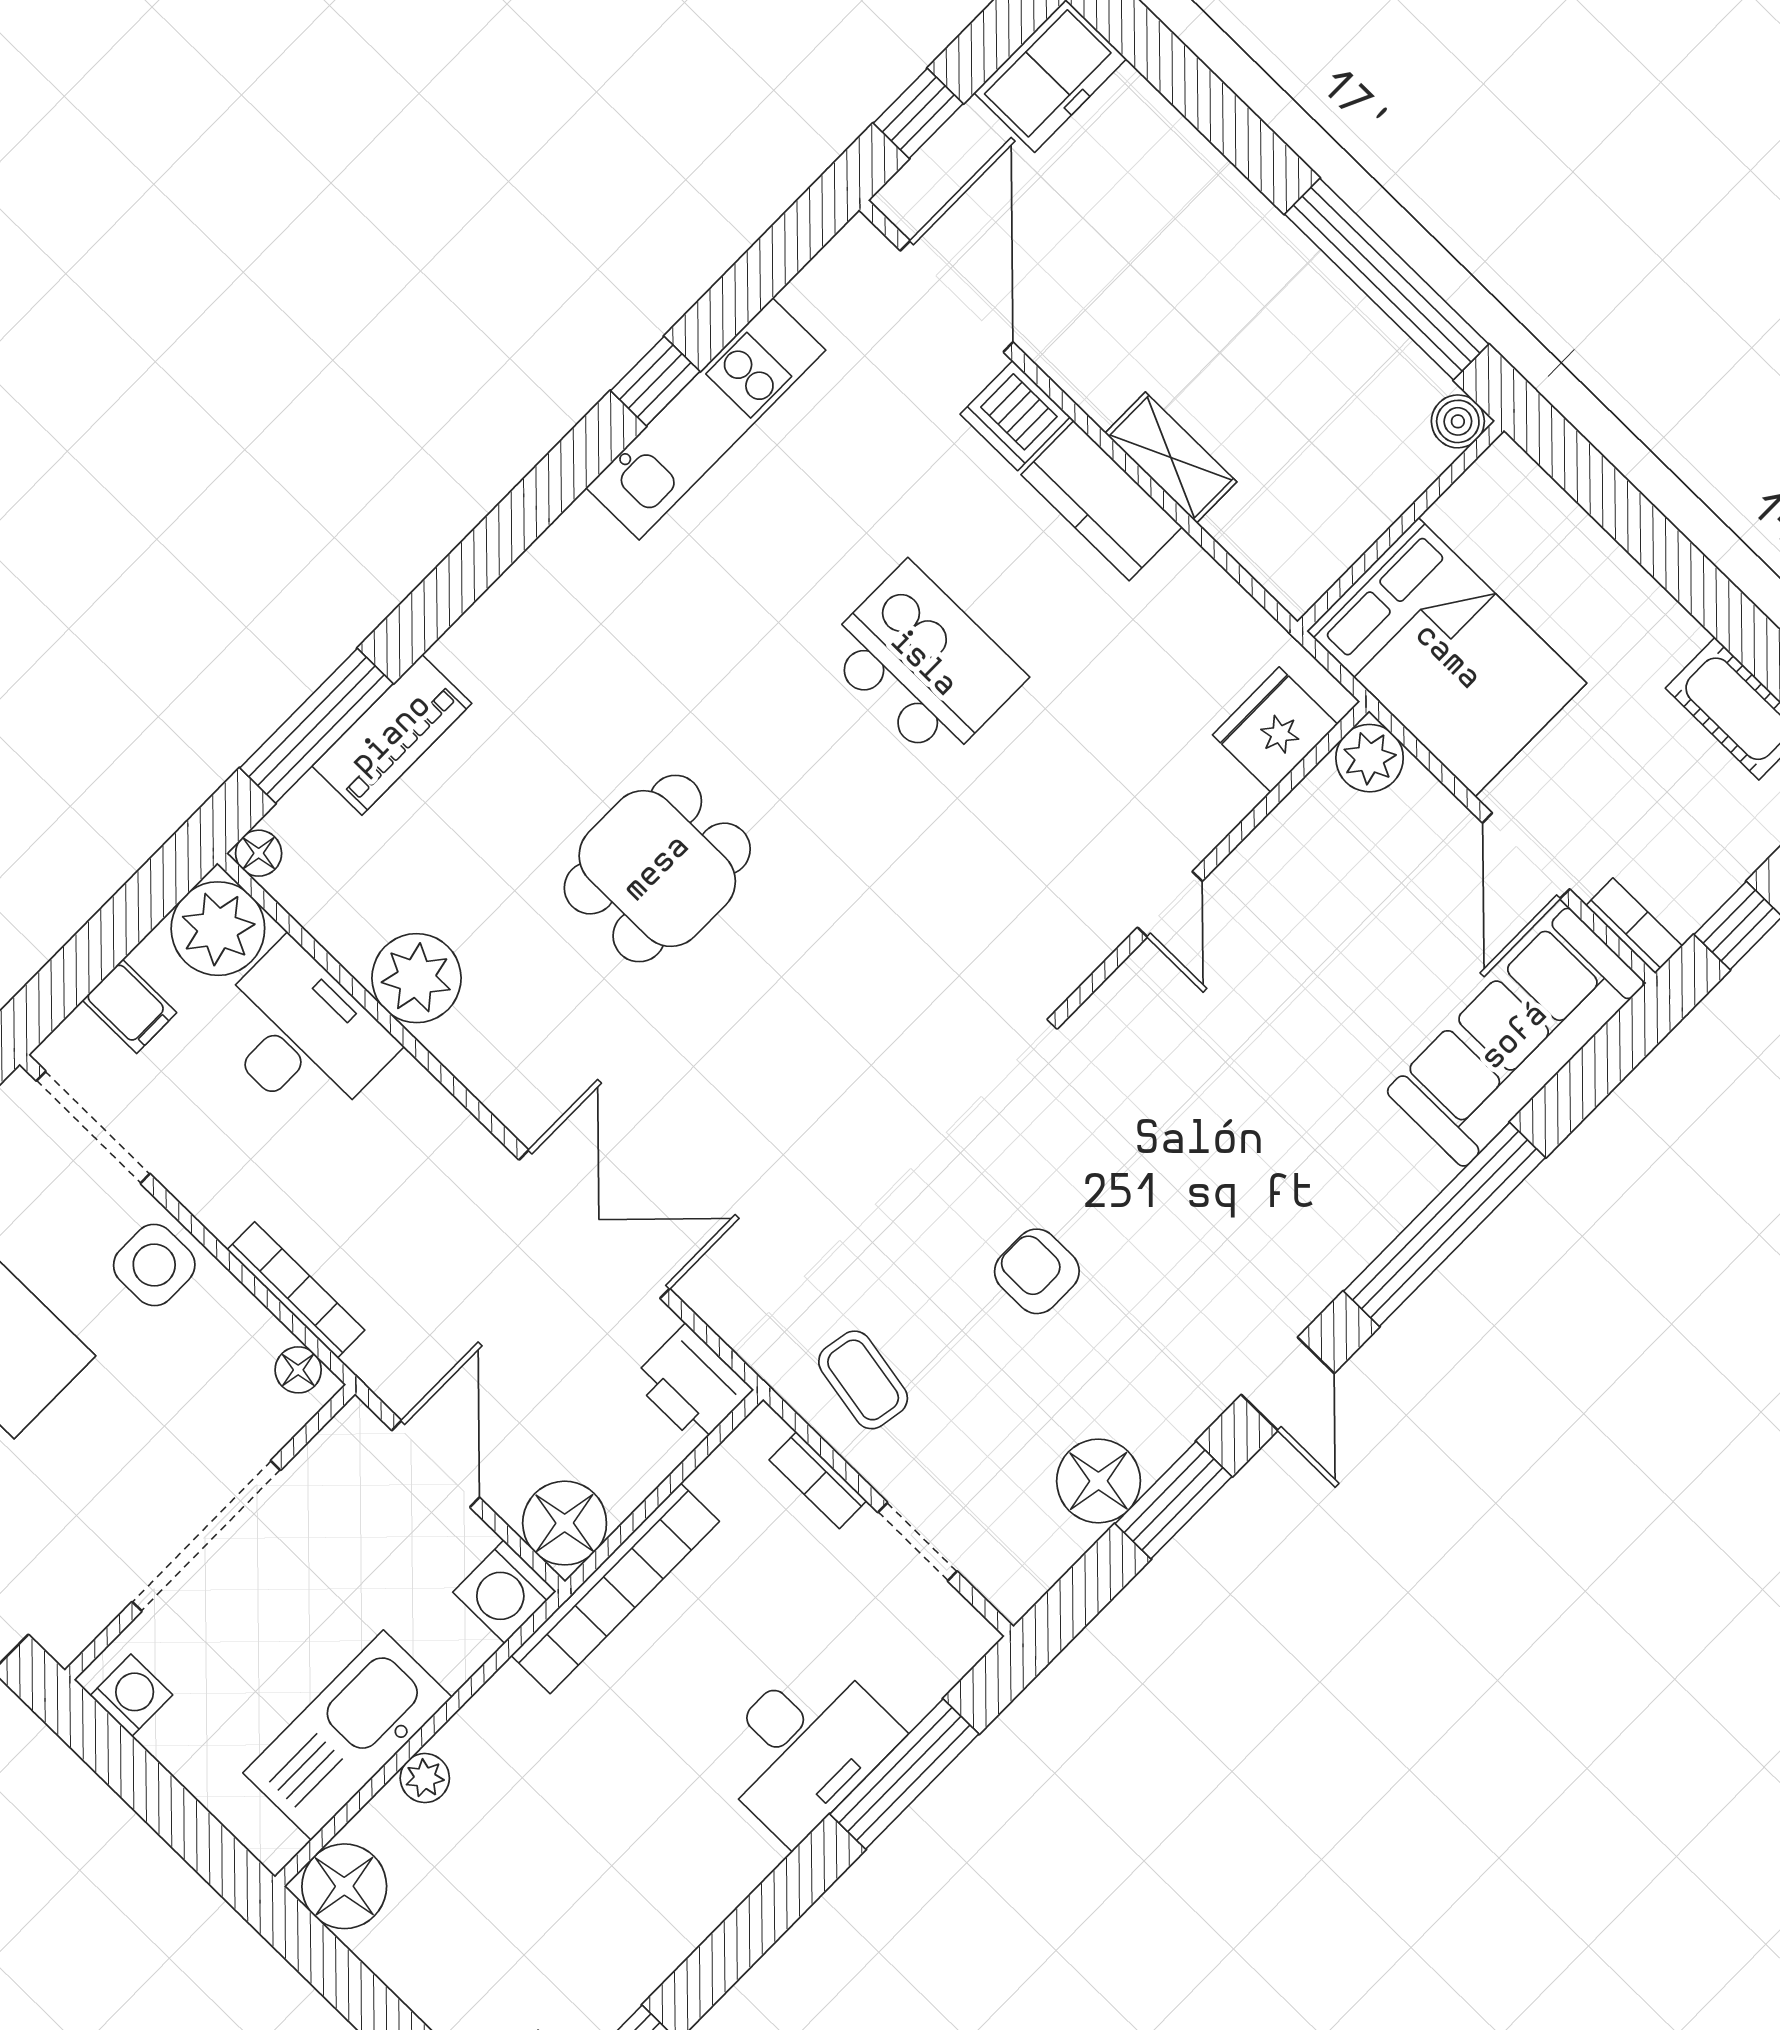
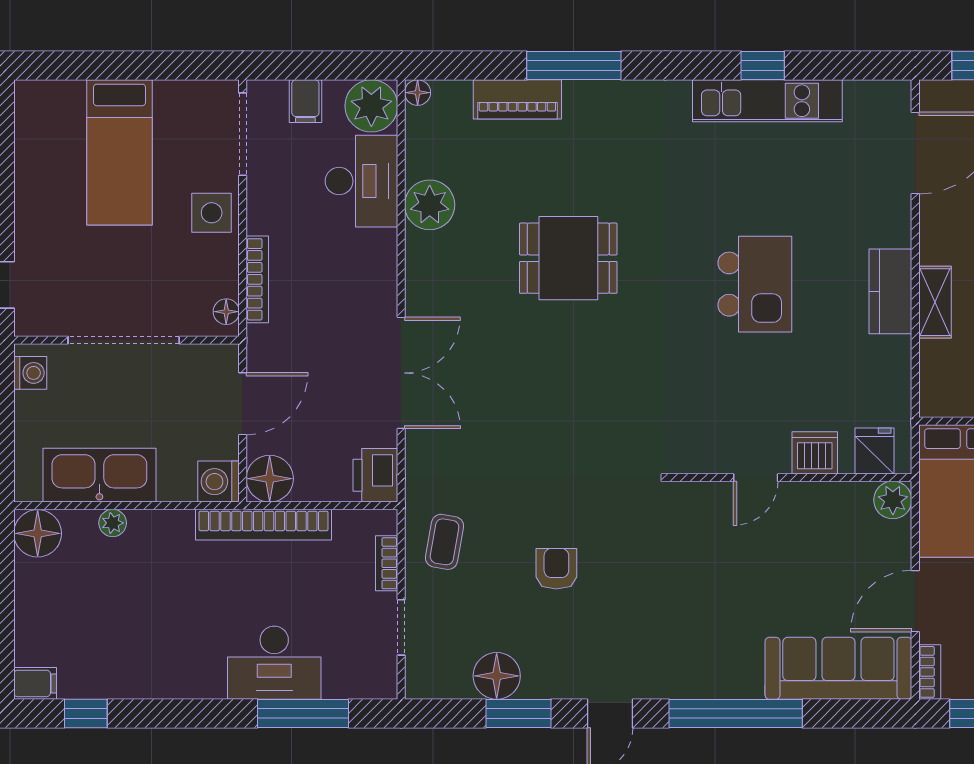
dishwasher: (1015, 416) -> (815, 453), moved, turned 90
window: (316, 726) -> (574, 66), moved
fridge: (1275, 730) -> (874, 451), width x0.72

